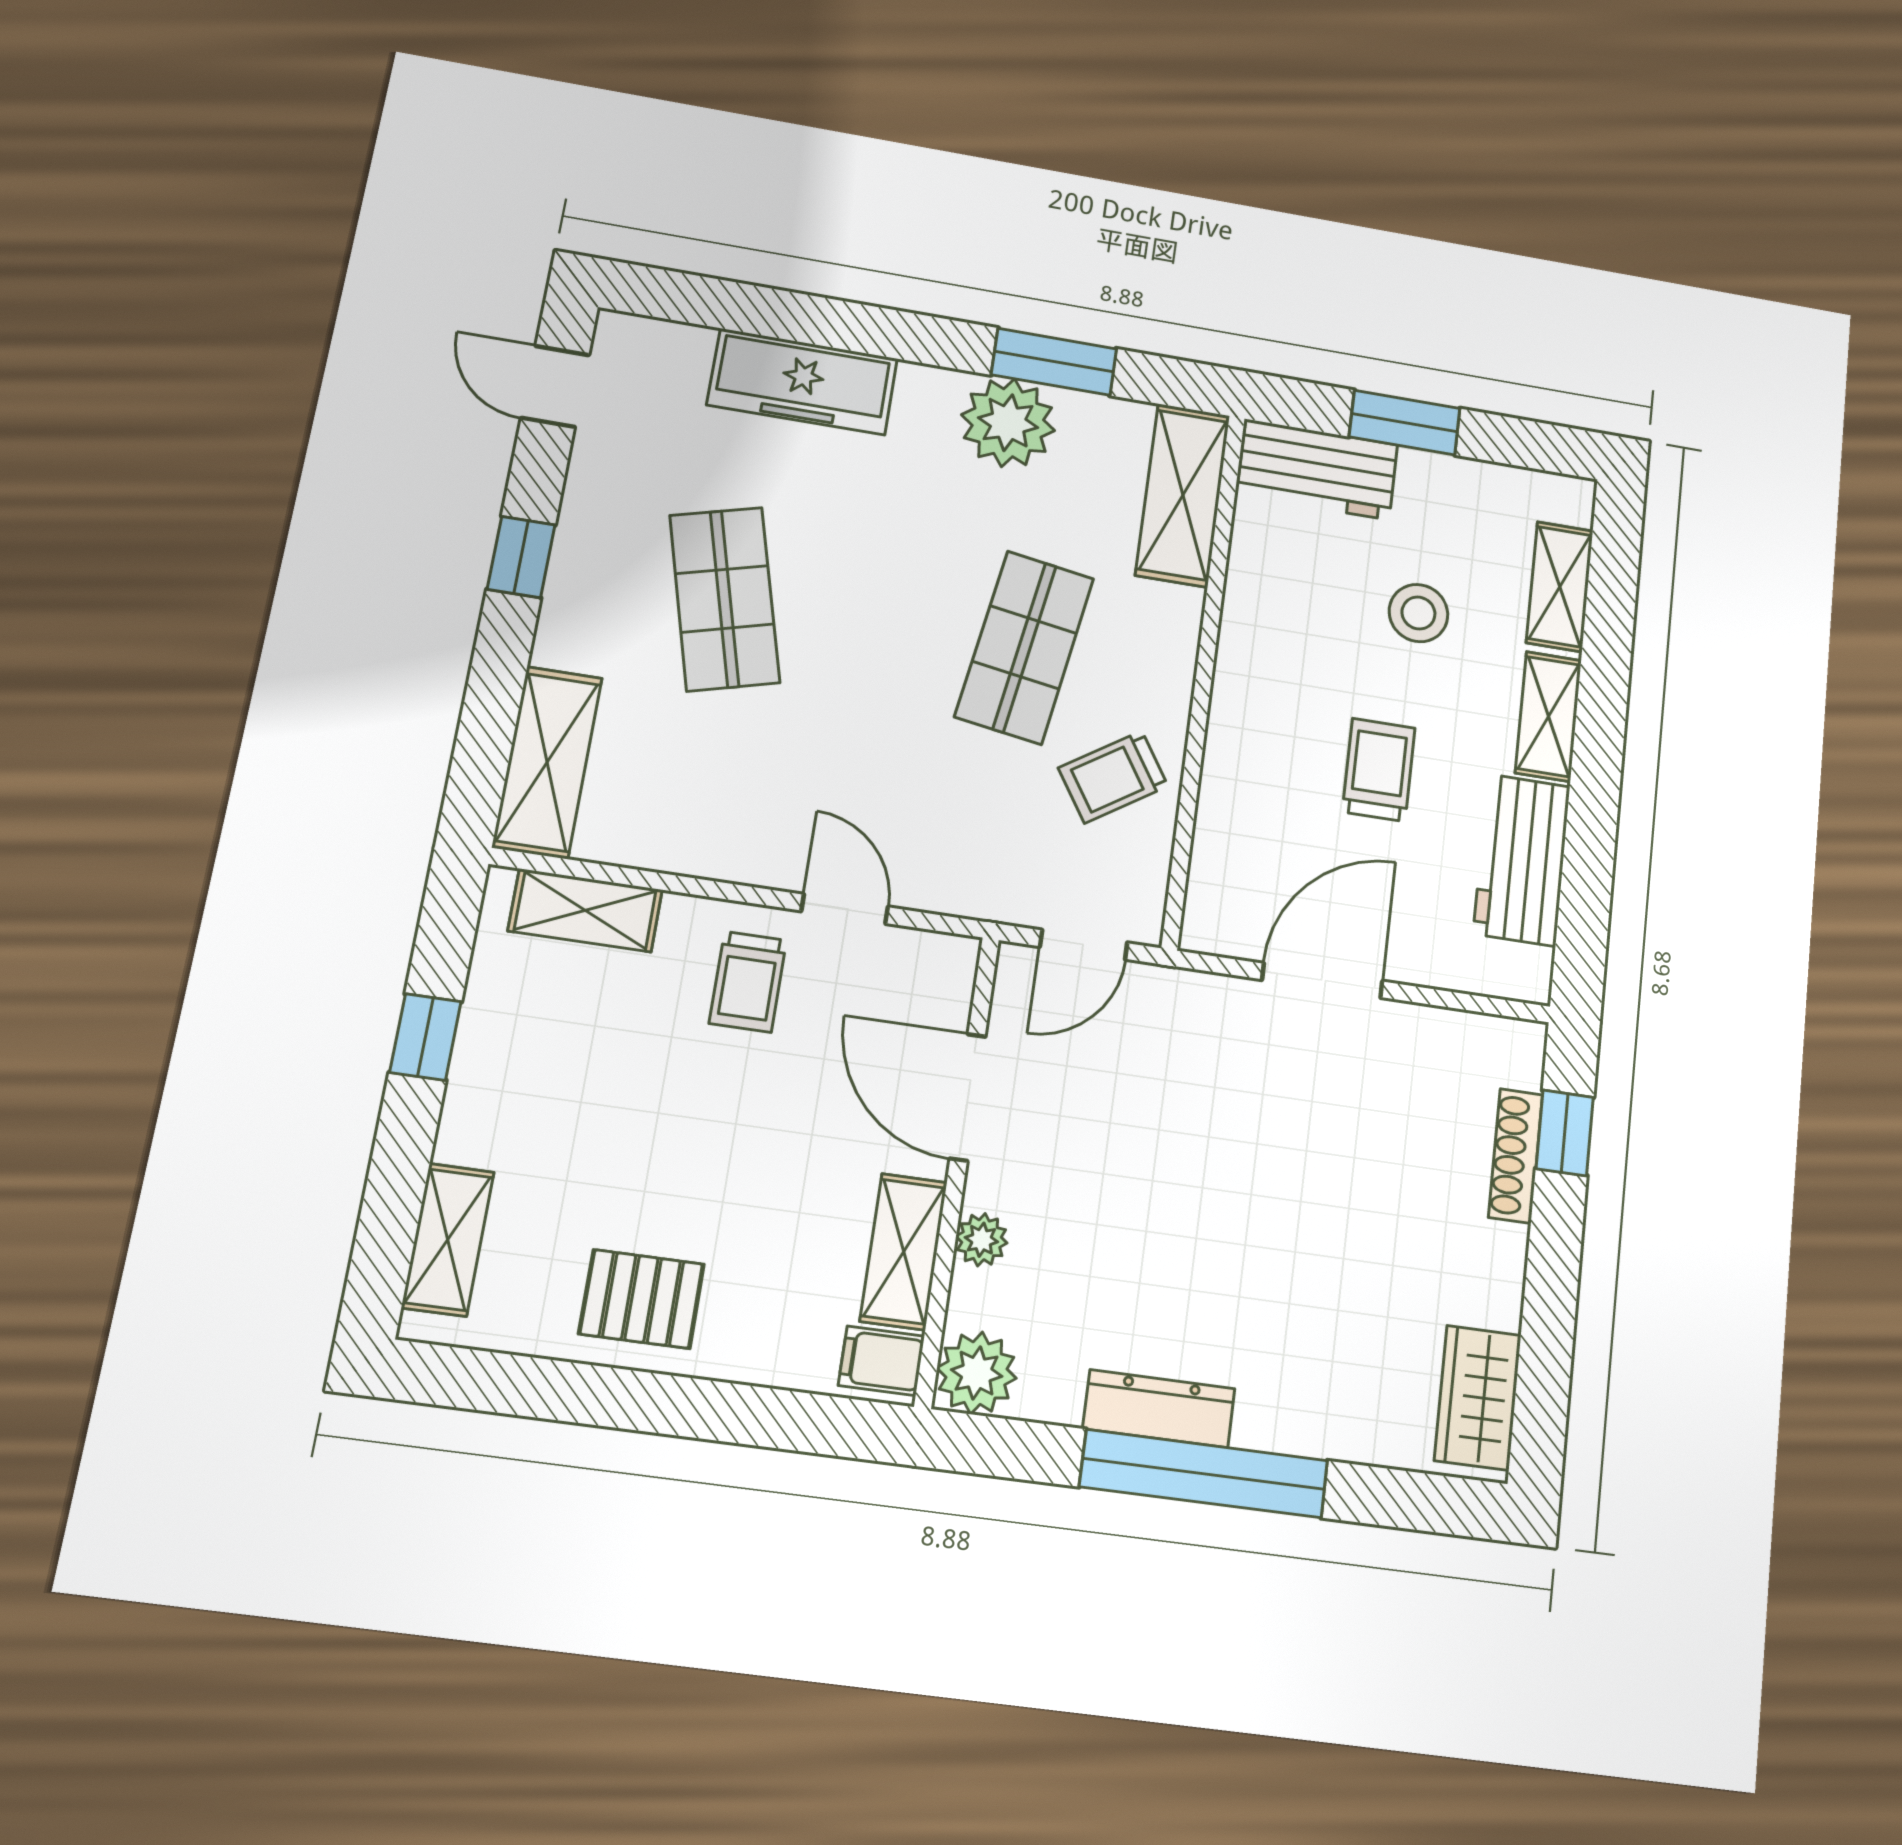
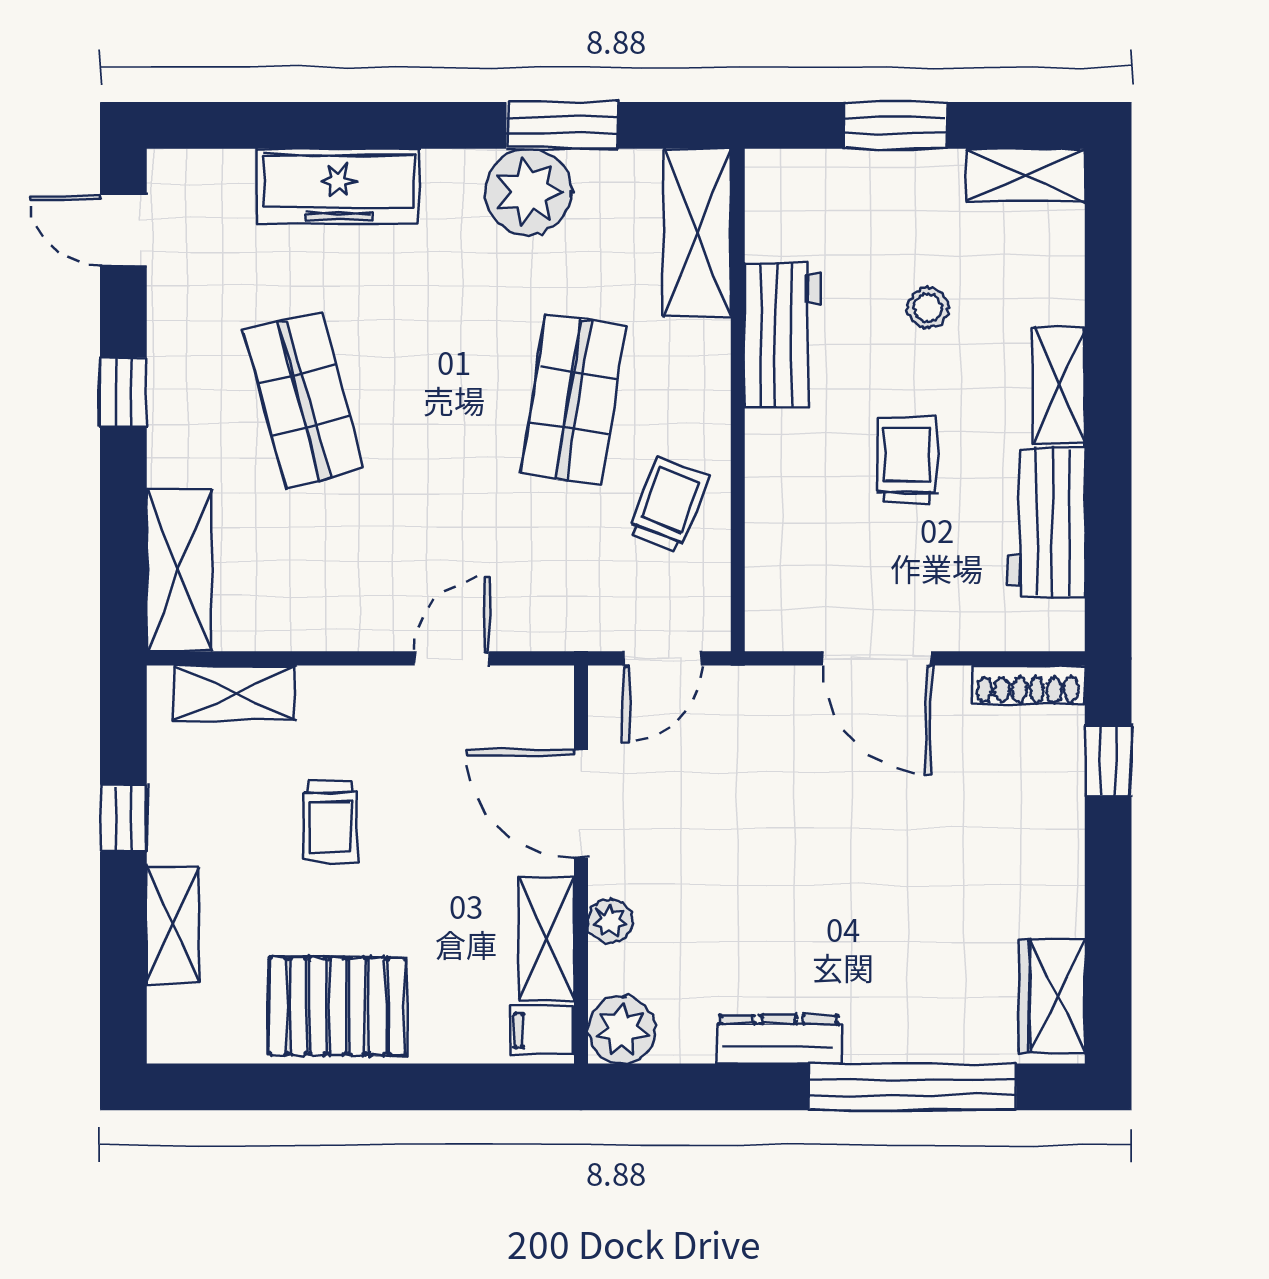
workbench: (1318, 469) -> (782, 335), moved, turned -90
shelving: (1560, 587) -> (1026, 175), moved, turned 90
stool: (1418, 613) -> (928, 308), width x0.73, depth x0.73
trolley: (1113, 777) -> (668, 505), turned 144
door: (845, 909) -> (452, 658), hinge flipped
door: (1322, 980) -> (877, 658), swing flipped
trolley: (748, 982) -> (330, 821), moved
shoe rack: (1516, 1156) -> (1028, 685), moved, turned -90
shelving: (448, 1240) -> (173, 925), moved
pallet: (641, 1299) -> (337, 1006), width x1.50, depth x1.42
window: (1204, 1474) -> (912, 1087), moved

